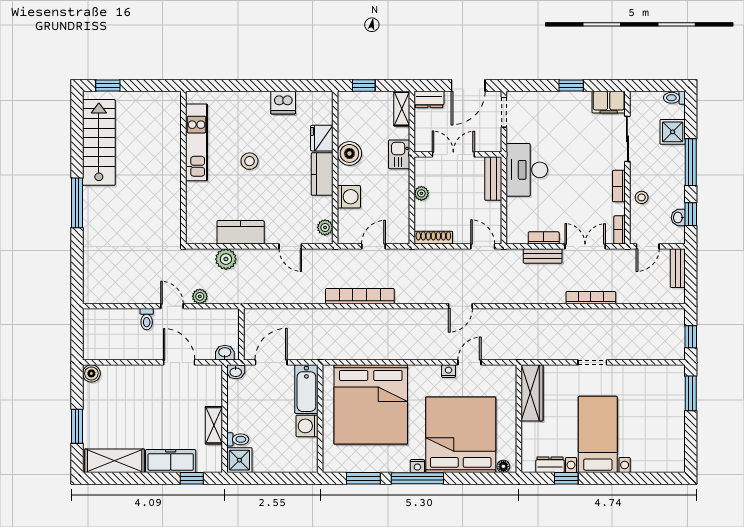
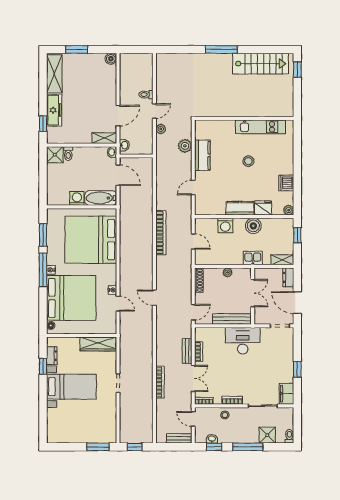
bench: (493, 179) -> (232, 319), width x1.36
plant: (325, 227) -> (289, 210), moved
shelving: (214, 425) -> (104, 138), moved

